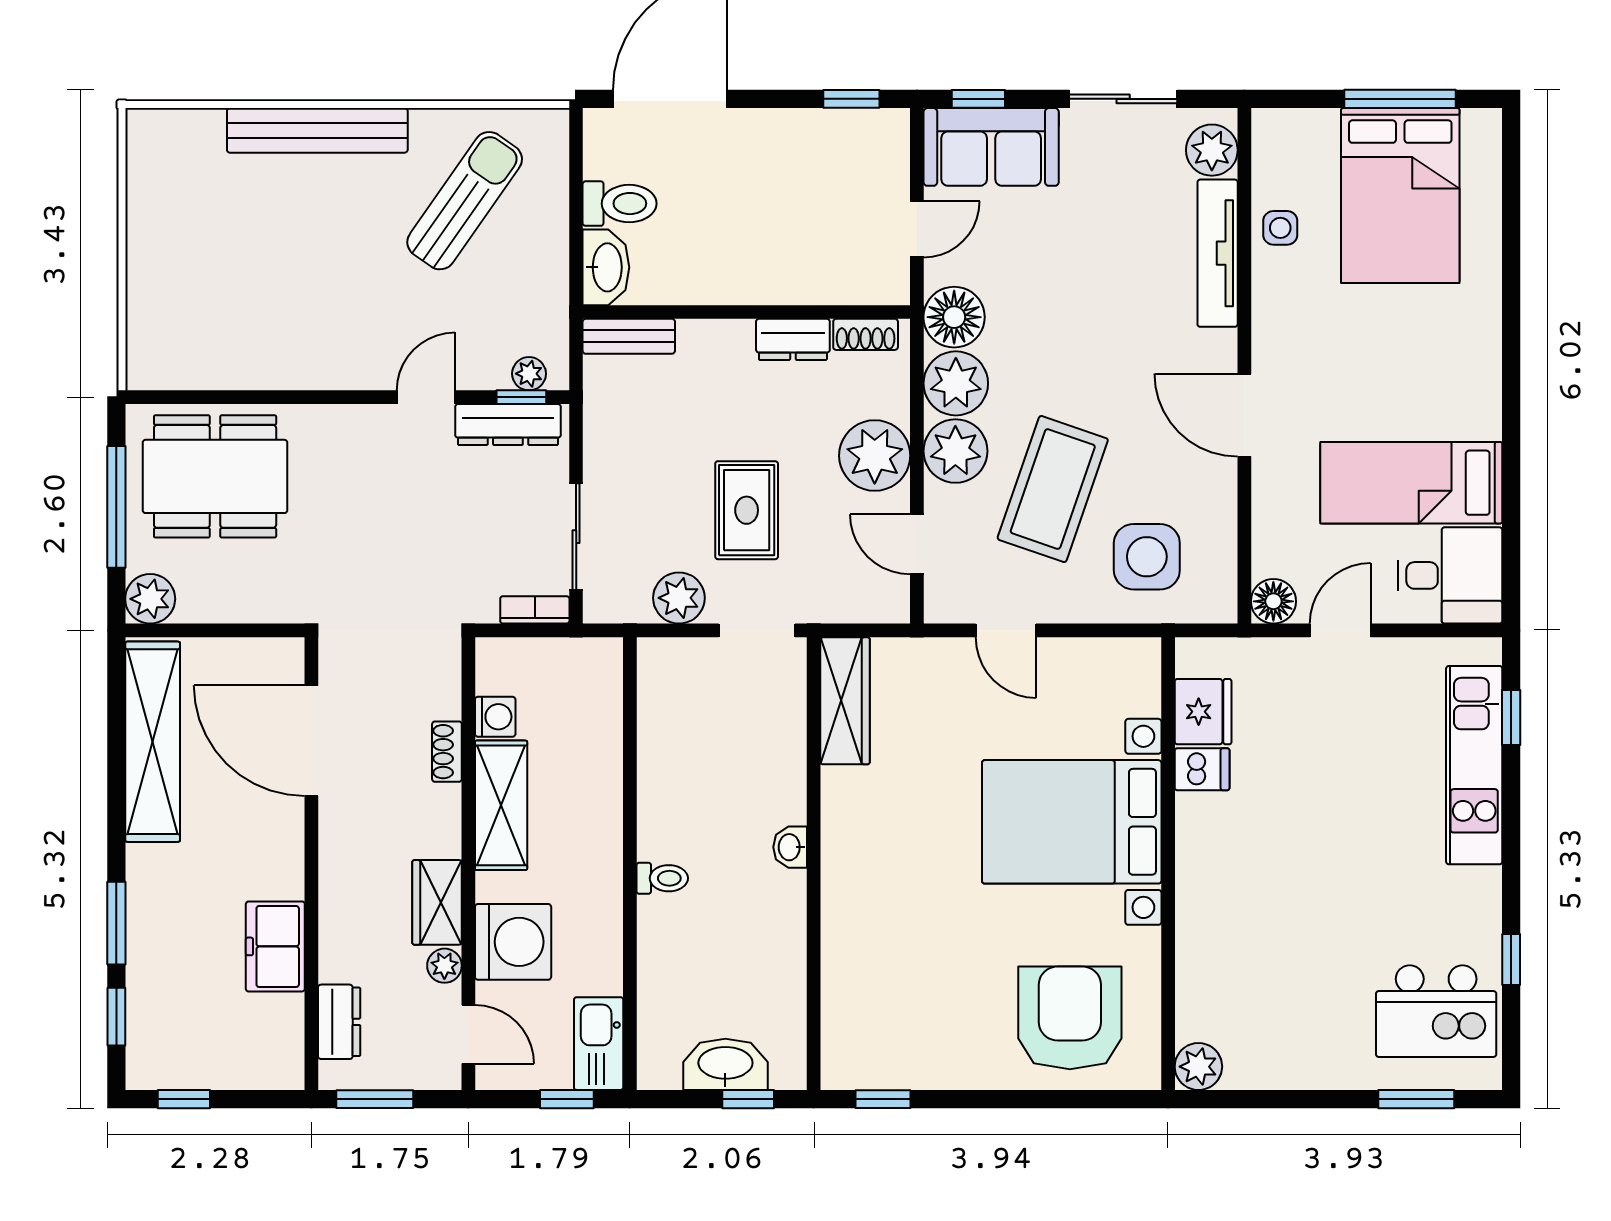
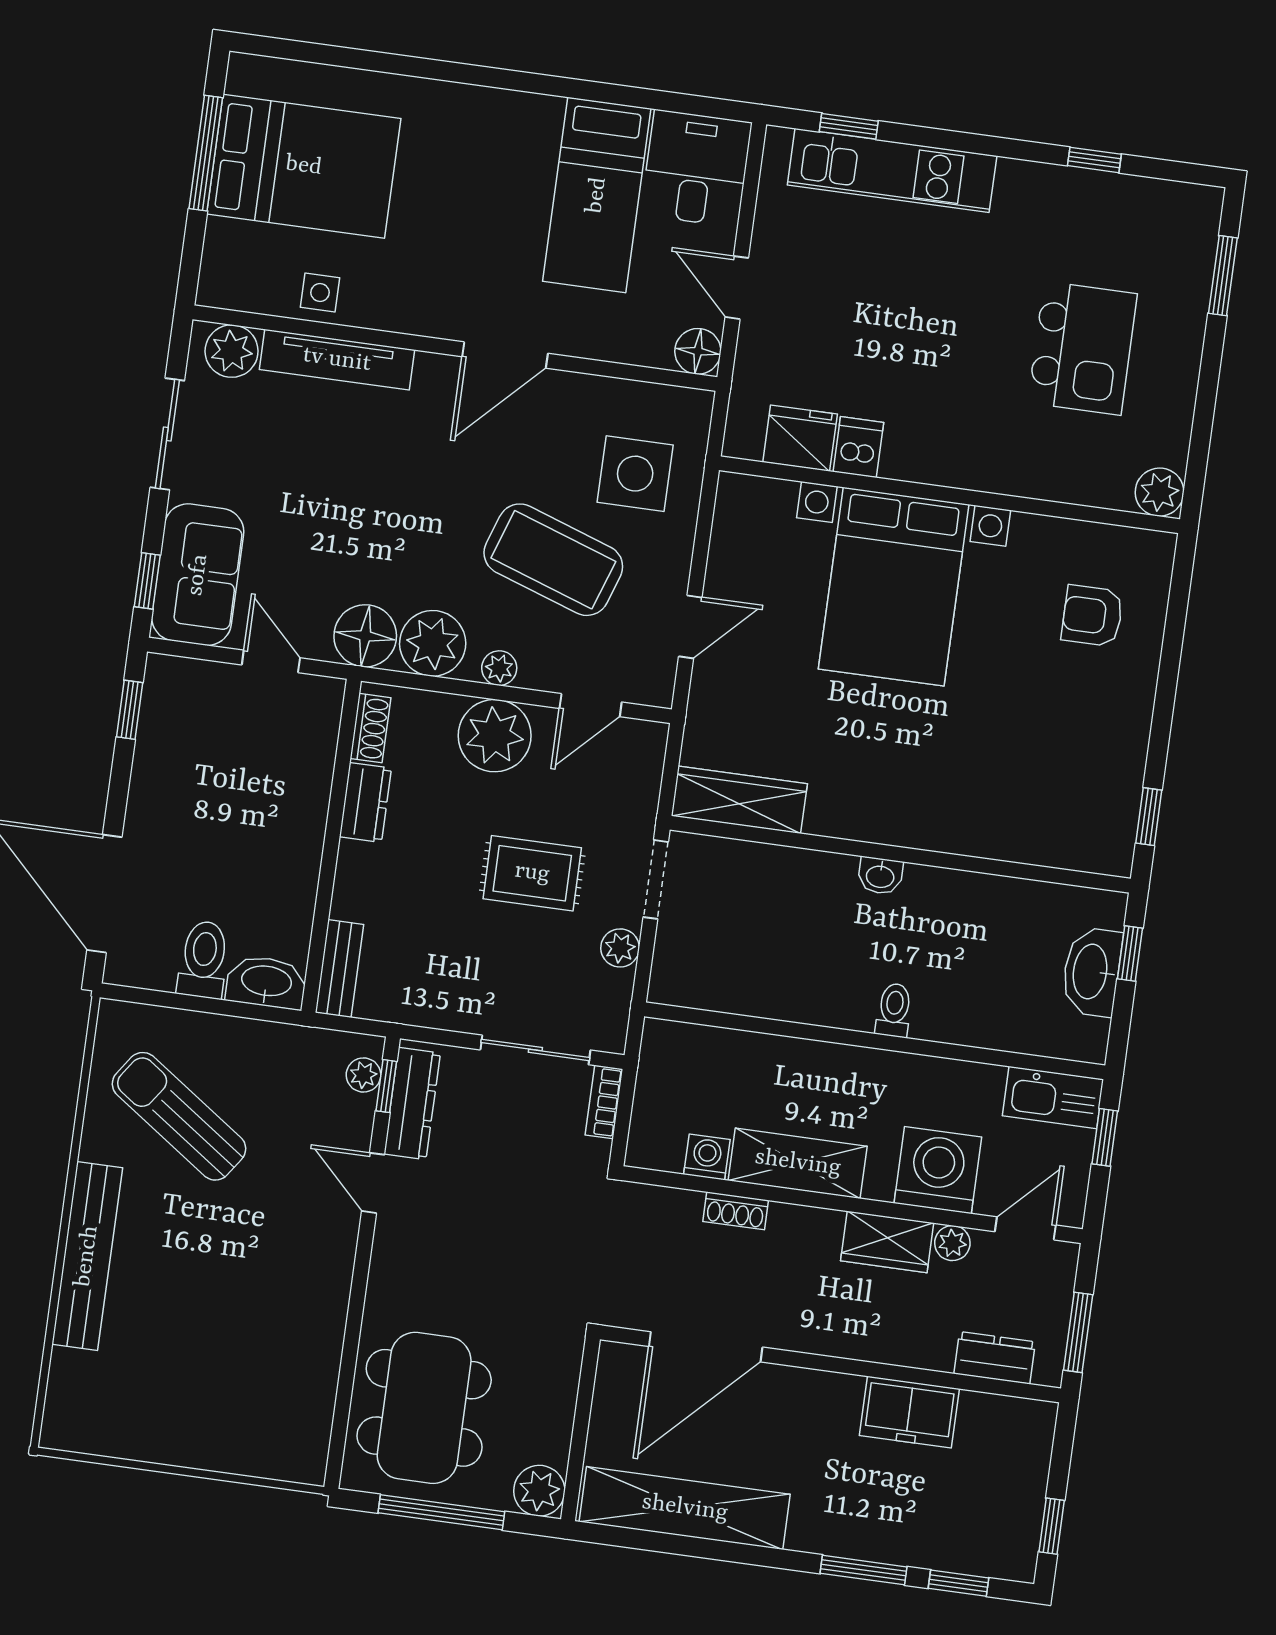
plant: (955, 451) -> (499, 668), width x0.53, depth x0.53
plant: (679, 598) -> (620, 948), width x0.73, depth x0.73
kitchen island: (1436, 1011) -> (1082, 348), moved
armchair: (1070, 1018) -> (1092, 616), width x0.53, depth x0.53

